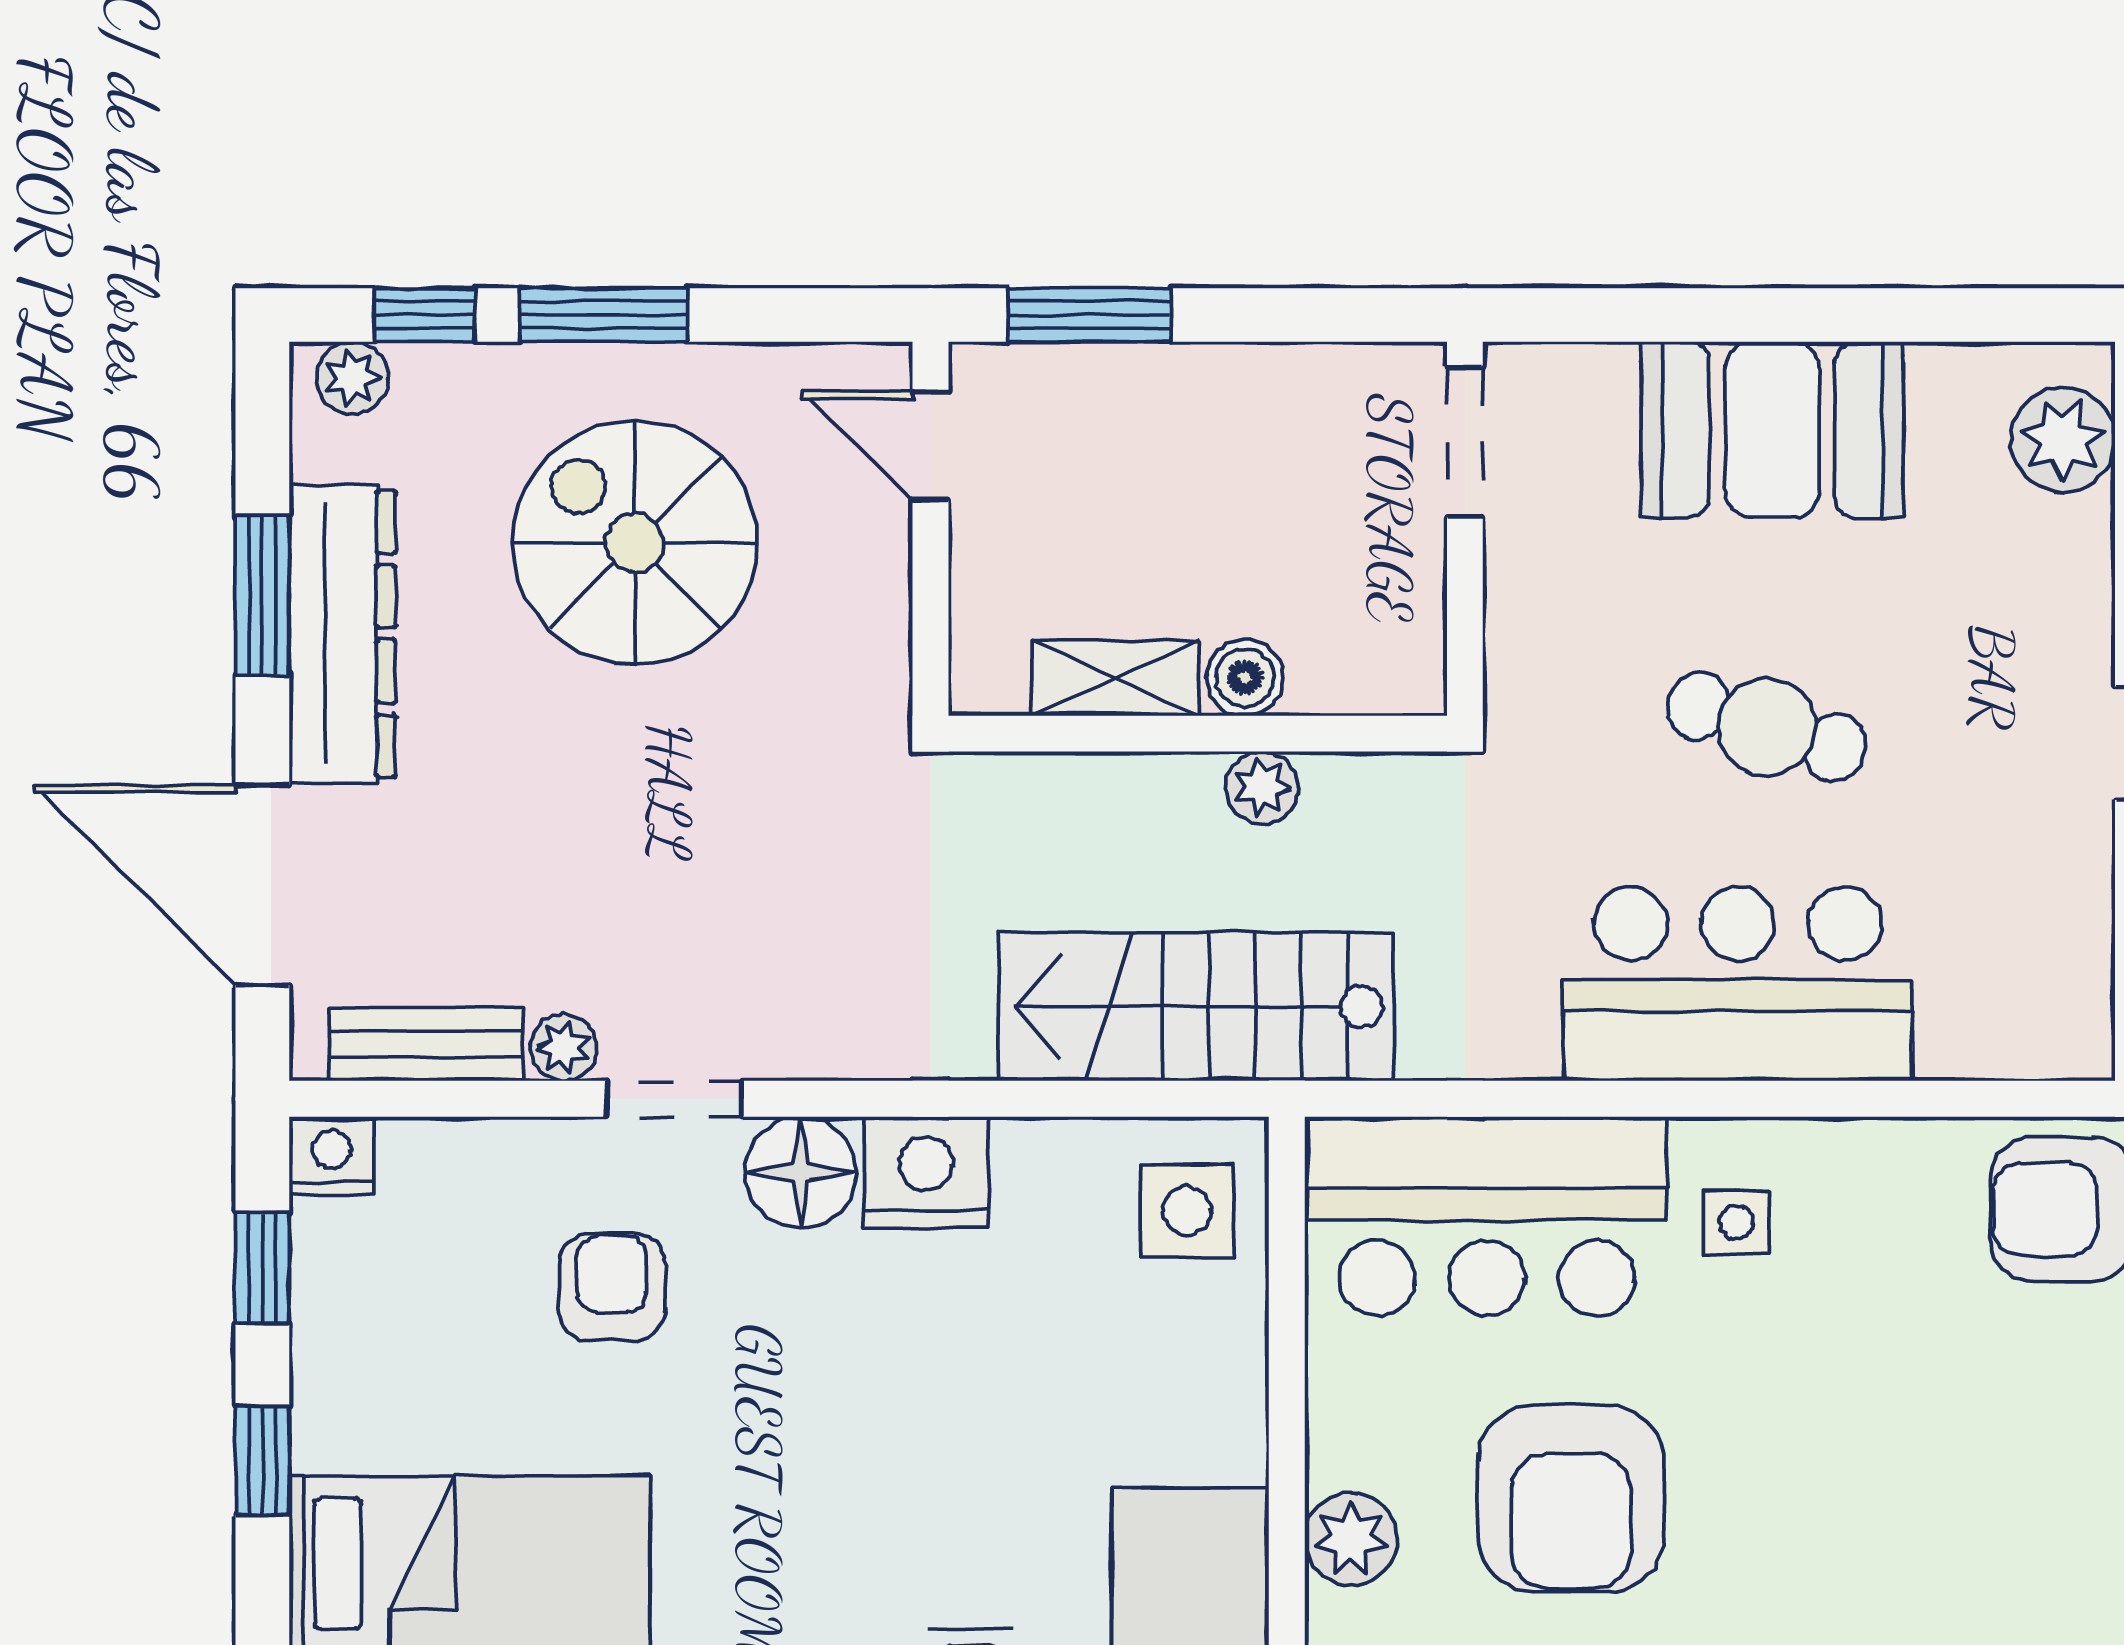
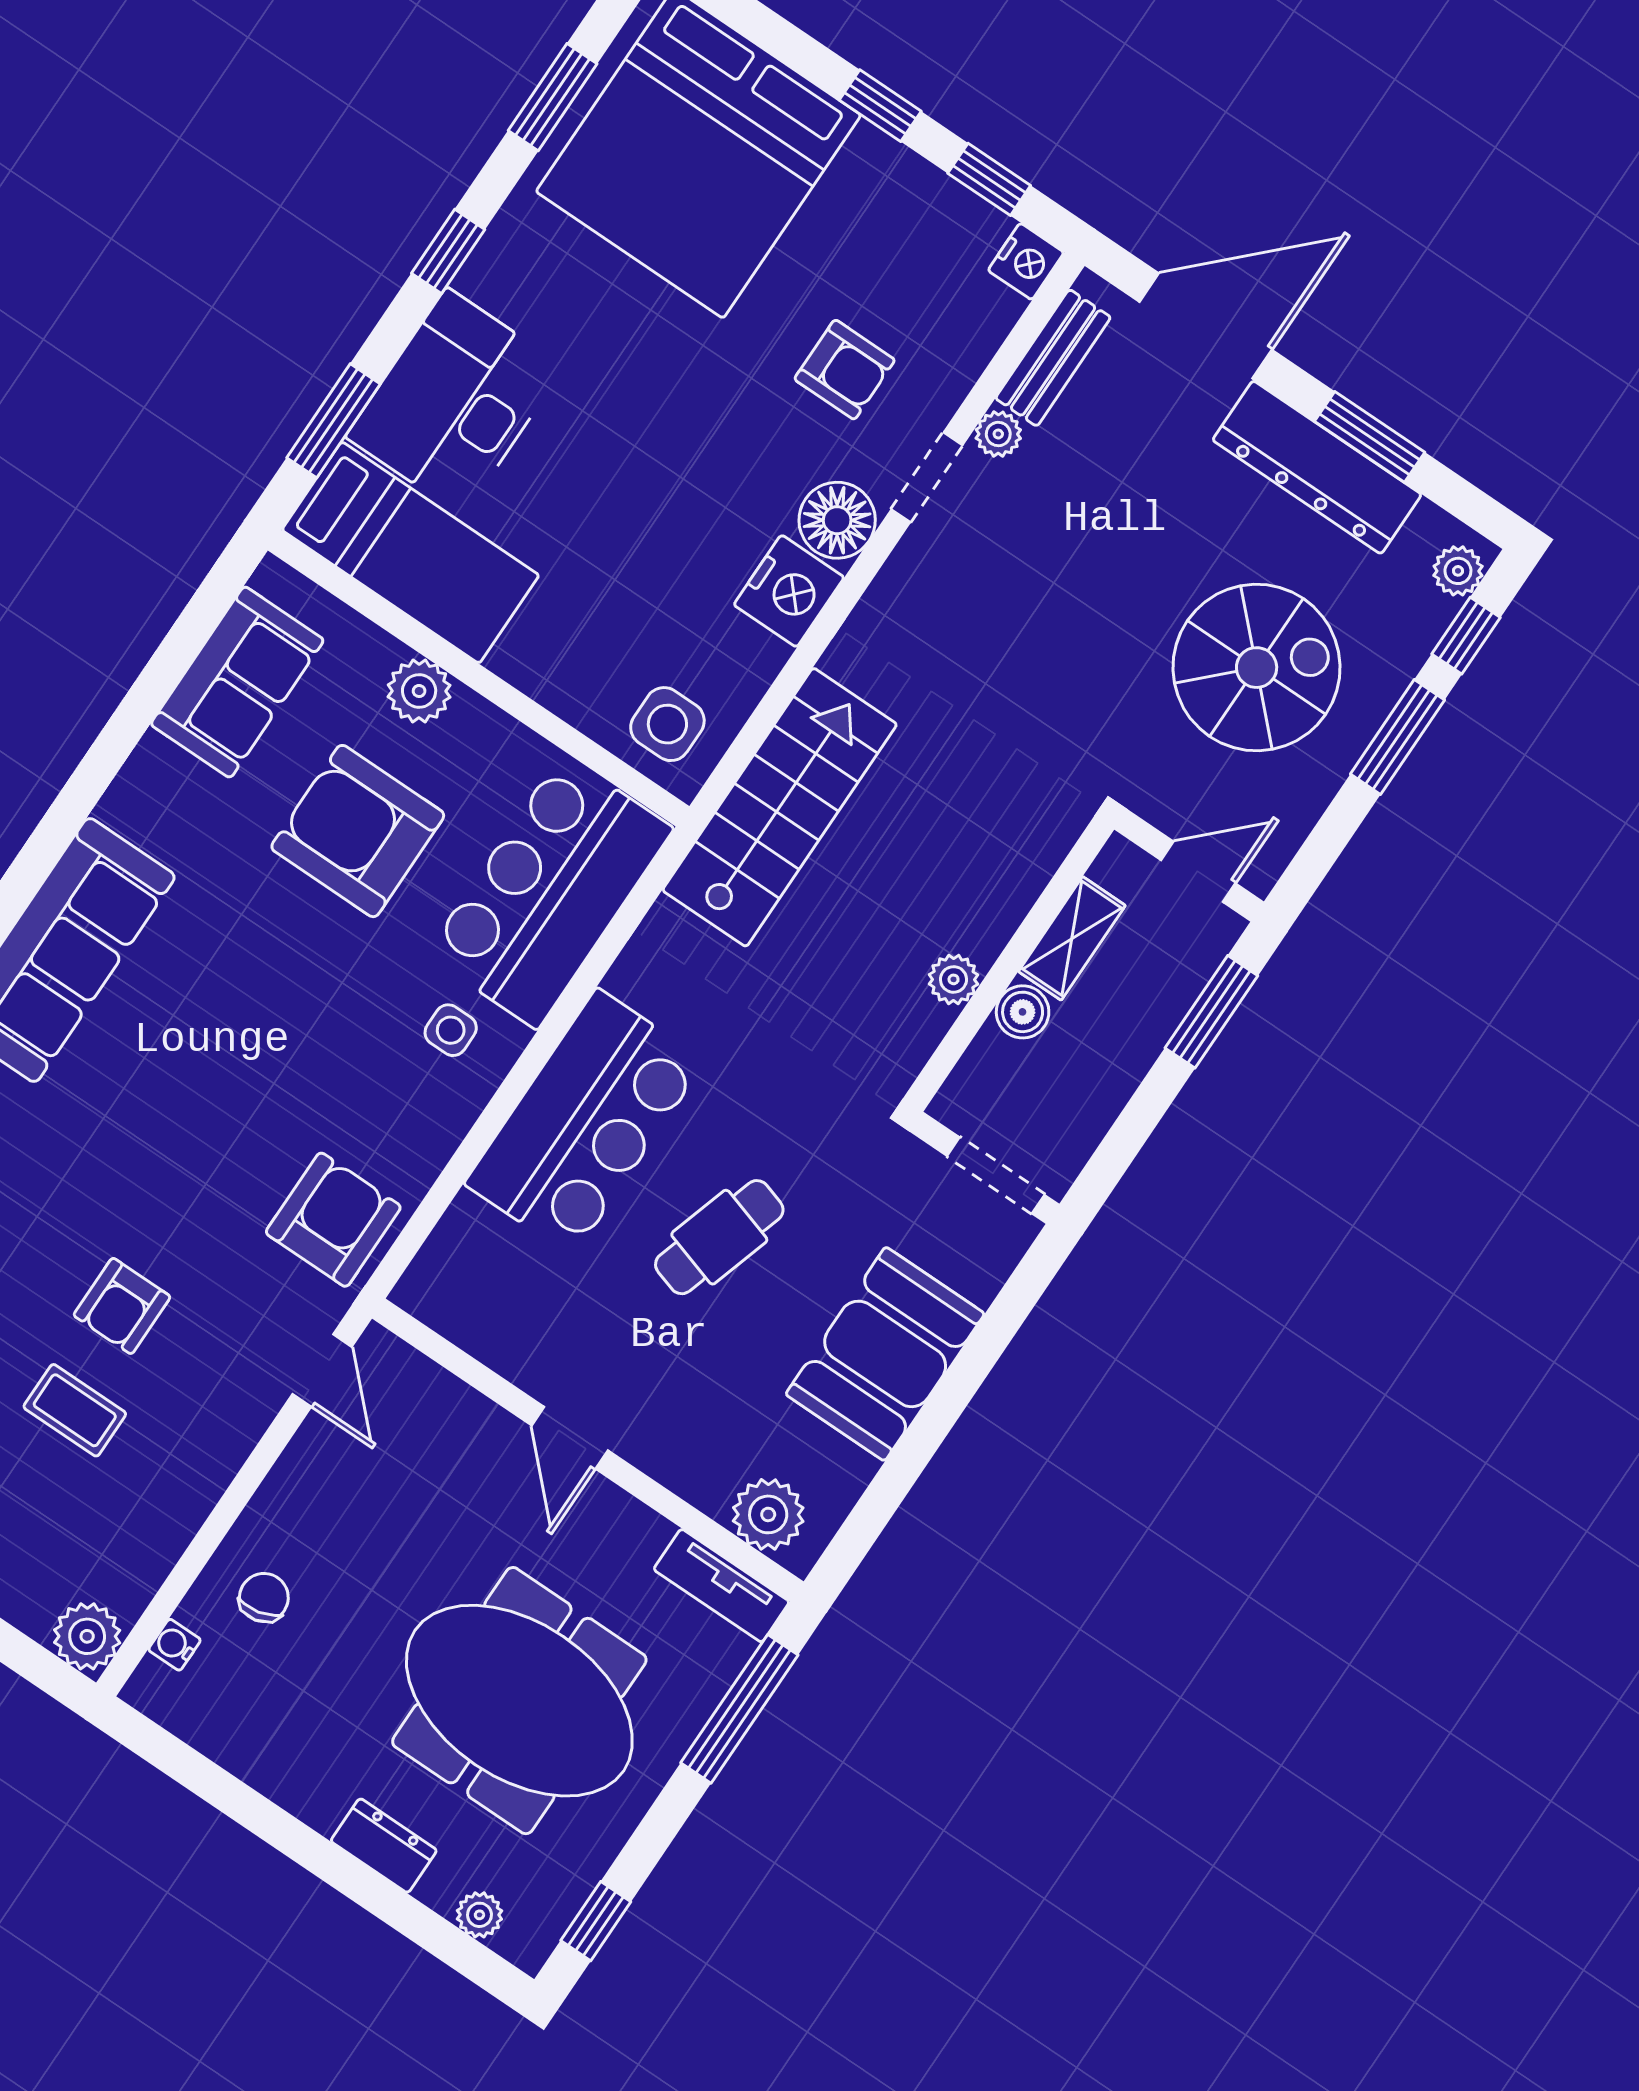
boiler: (1245, 677) -> (1023, 1012), moved
shelving: (1115, 678) -> (1072, 938), moved
wall: (1198, 734) -> (1009, 964), moved
plant: (1262, 788) -> (954, 979), moved

